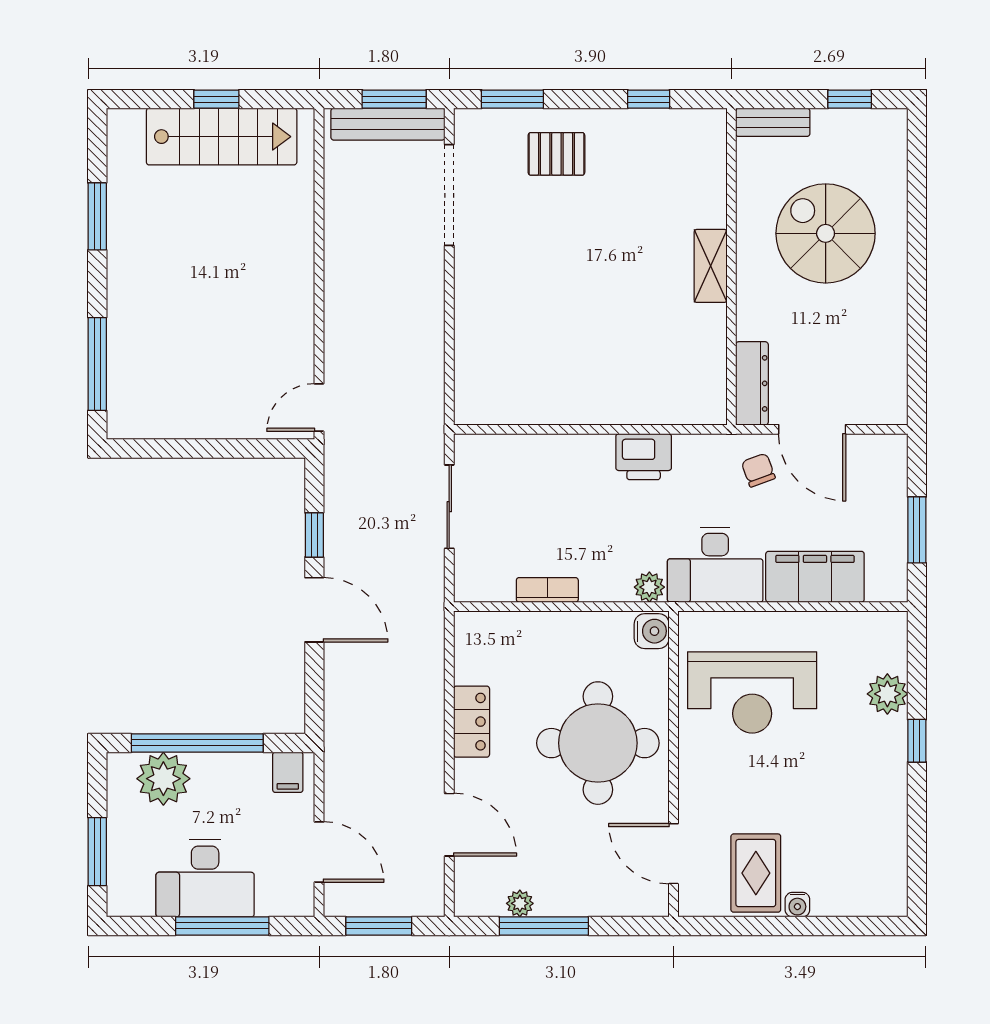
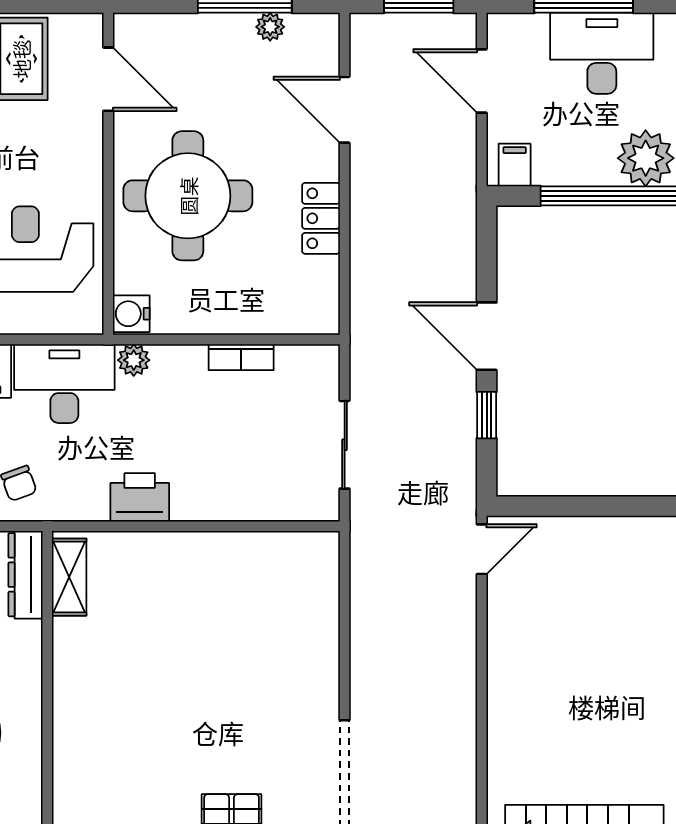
shelving: (711, 266) -> (69, 577), moved

